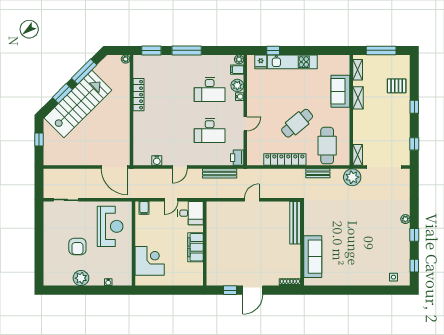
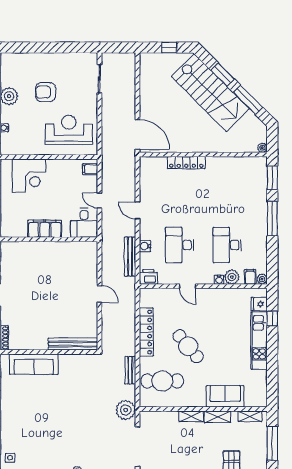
locker: (138, 95) -> (186, 163), moved
shelving: (358, 155) -> (191, 416), moved
water cooler: (157, 161) -> (145, 246), moved
door: (114, 167) -> (137, 134), swing flipped
reception desk: (110, 226) -> (69, 130), turned 180

